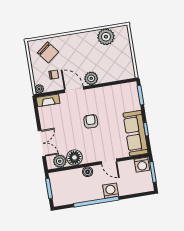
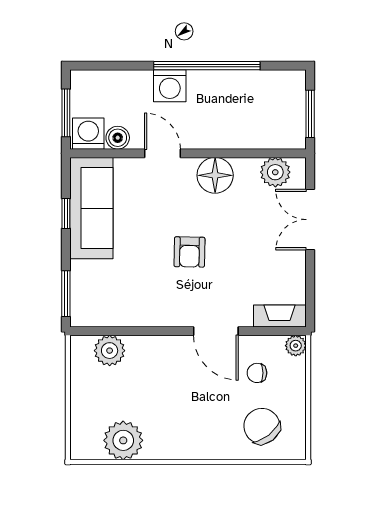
plant: (91, 78) -> (110, 351), moved
floor lamp: (74, 157) -> (215, 175), moved
boiler: (88, 172) -> (118, 138), moved

